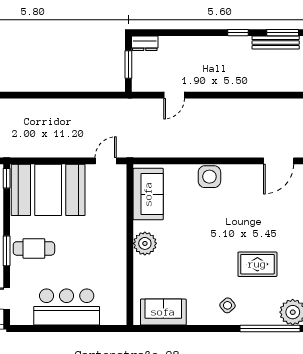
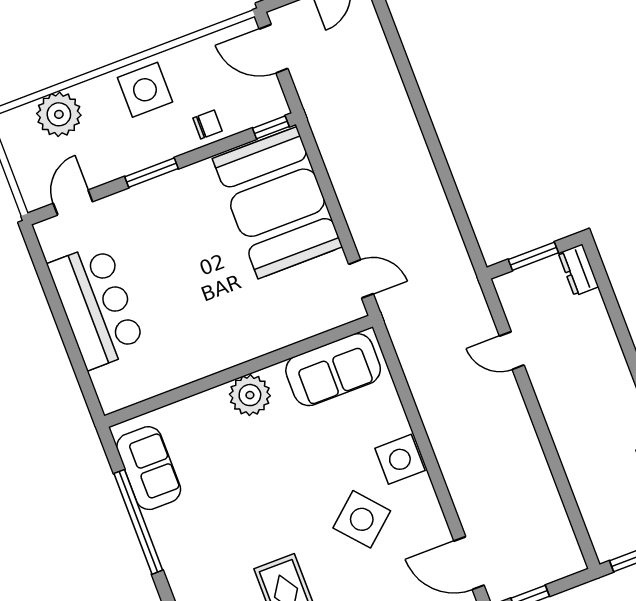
cafe table: (34, 248) -> (172, 216), removed
side table: (227, 305) -> (362, 519), moved, width x1.87, depth x1.87
window: (190, 329) -> (138, 522), added

